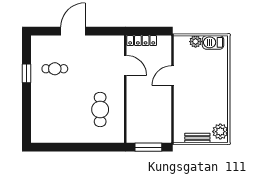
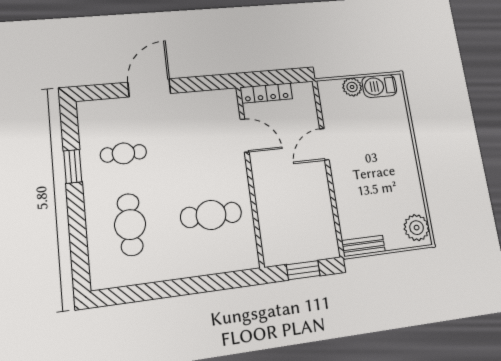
cafe table: (55, 109) -> (130, 225), added
cafe table: (100, 109) -> (211, 215), turned 90
bench: (197, 138) -> (363, 246), moved
window: (148, 147) -> (303, 270), width x0.69

